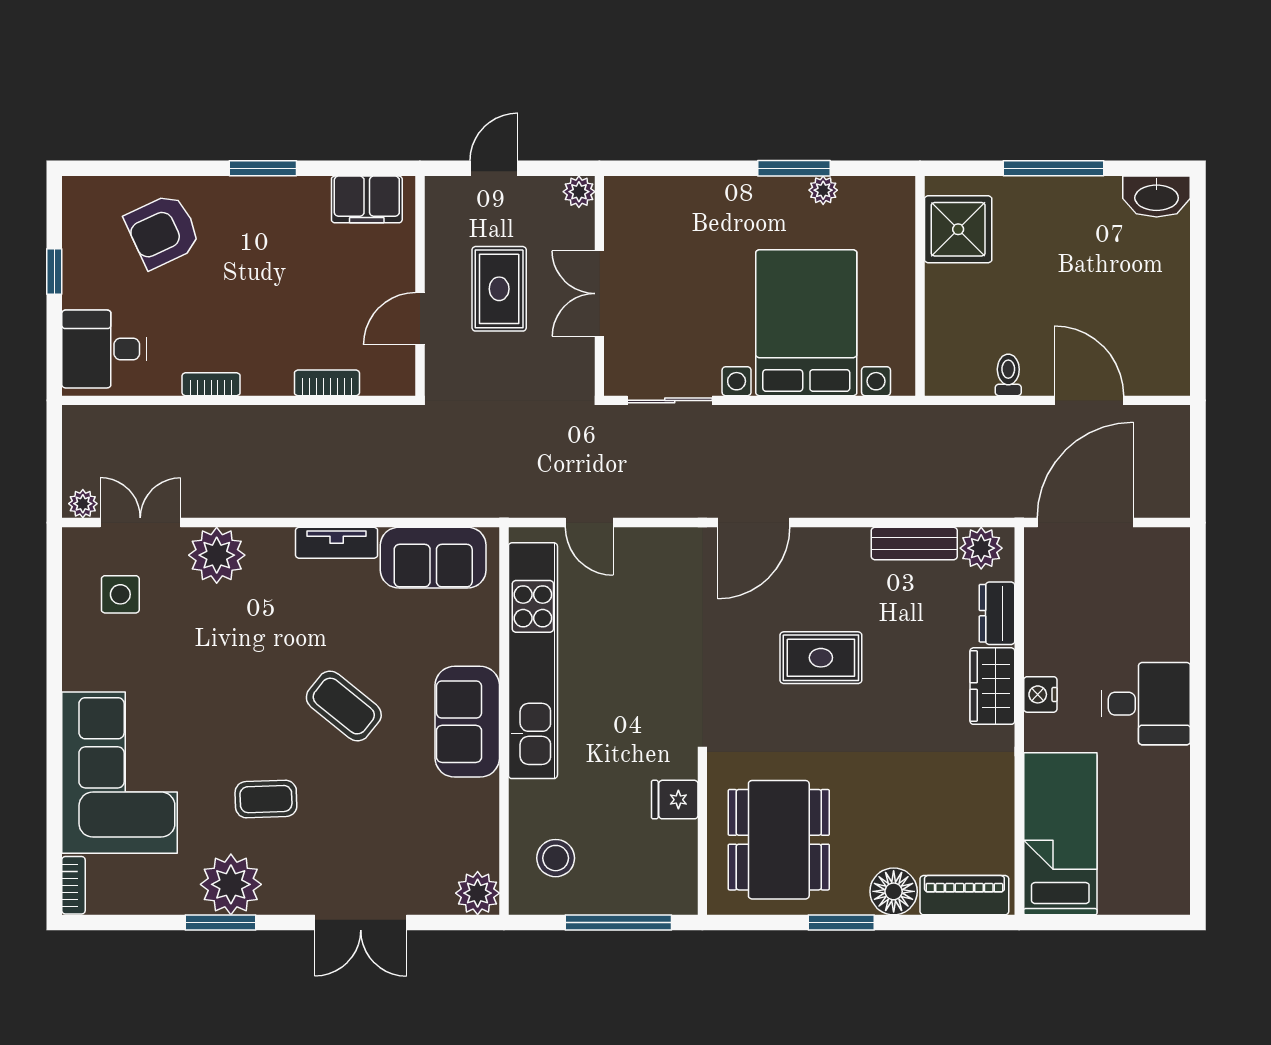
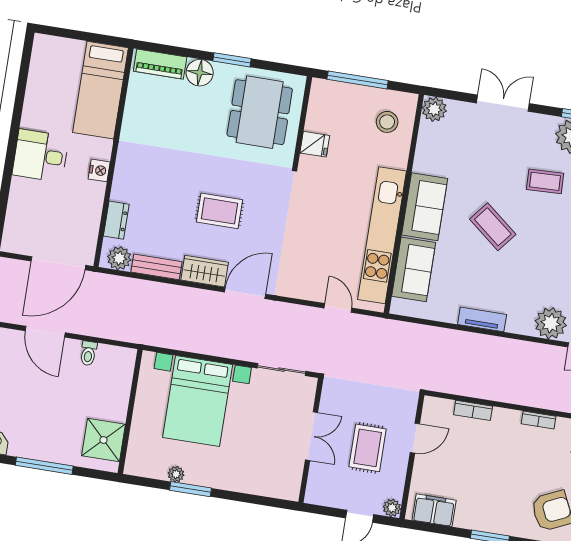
plant: (579, 192) -> (392, 508), moved
sofa: (433, 558) -> (414, 269), moved, turned 90
wardrobe: (992, 686) -> (205, 271), moved, turned -90

